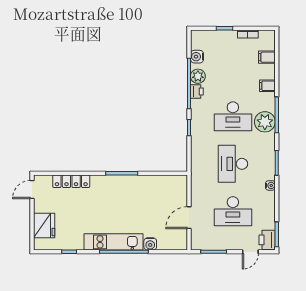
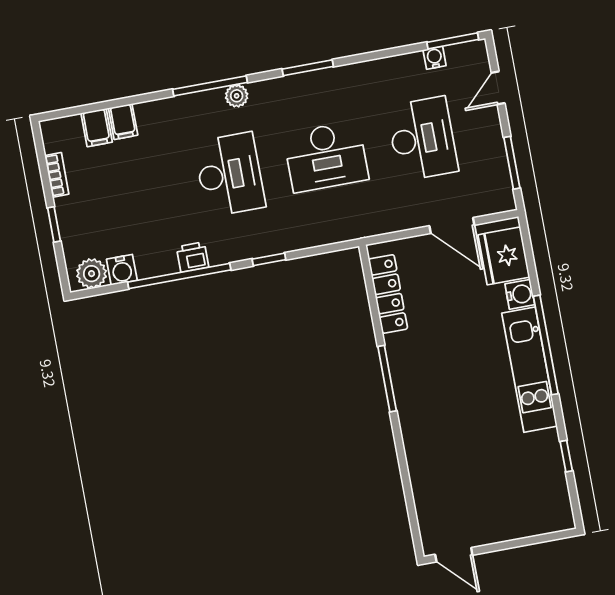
plant: (198, 76) -> (92, 274), moved
filing cabinet: (267, 86) -> (123, 122), moved
plant: (265, 122) -> (237, 96), width x0.53, depth x0.53
locker: (71, 181) -> (388, 294), moved
water cooler: (270, 185) -> (435, 58), moved
fridge: (44, 226) -> (504, 256), moved, turned -90
printer: (267, 240) -> (468, 58), removed
door: (250, 252) -> (498, 88), swing flipped

